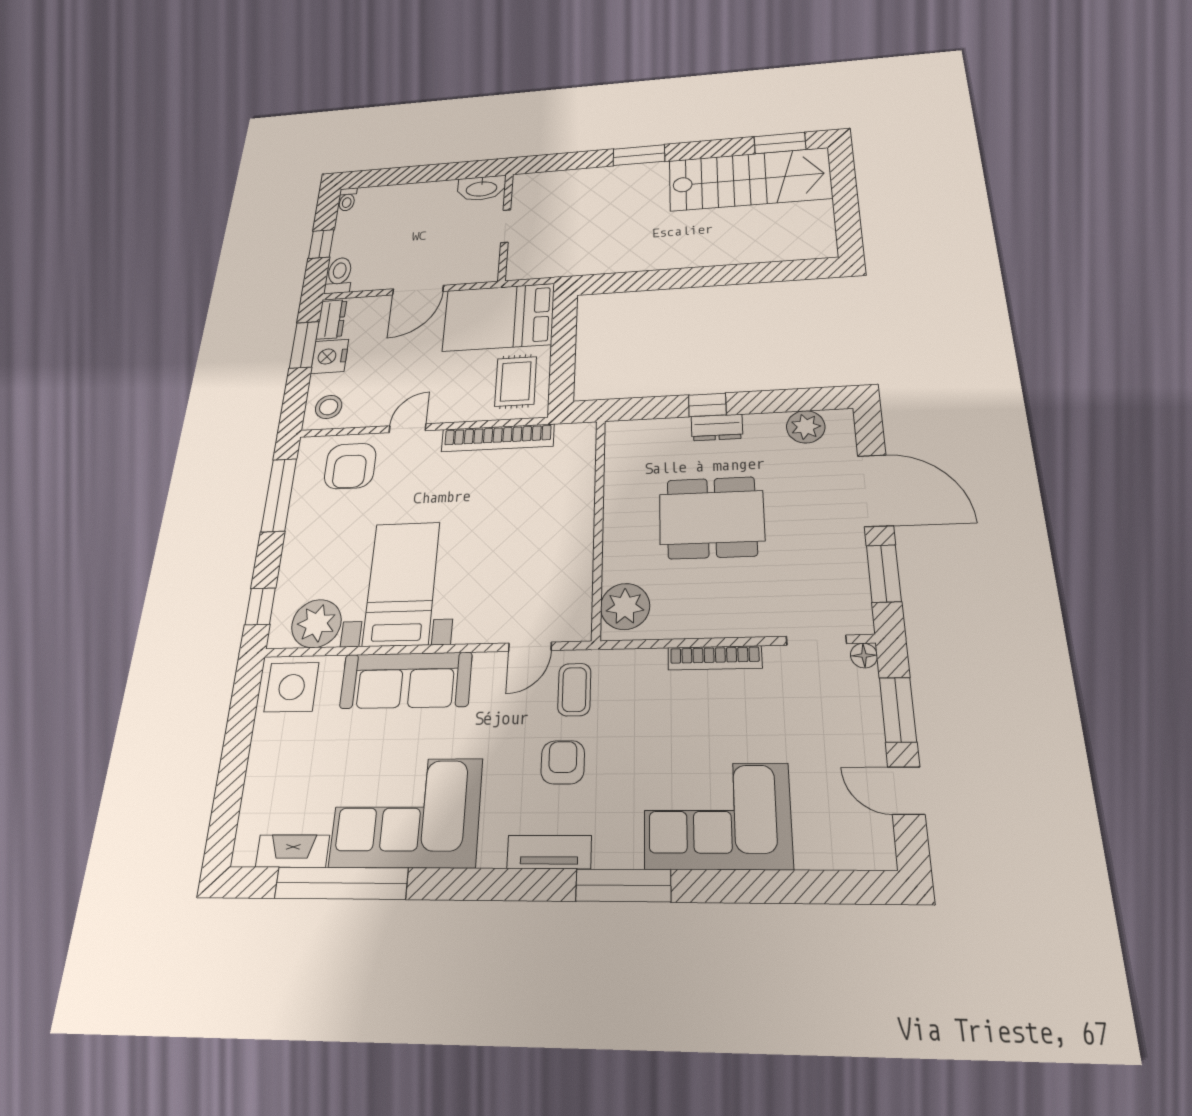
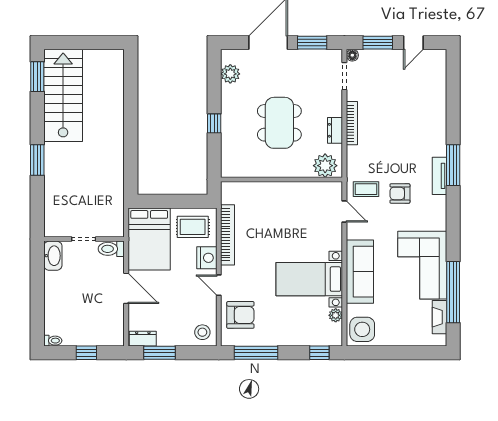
toilet: (339, 275) -> (111, 249), moved
nightstand: (330, 356) -> (207, 258), moved, turned -90
dresser: (717, 427) -> (335, 130), moved, turned 180
plant: (316, 624) -> (336, 315), width x0.53, depth x0.53
corner sofa: (717, 816) -> (424, 124), removed
tv unit: (549, 852) -> (439, 176), moved

